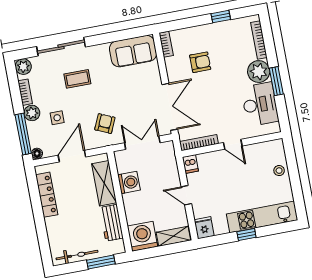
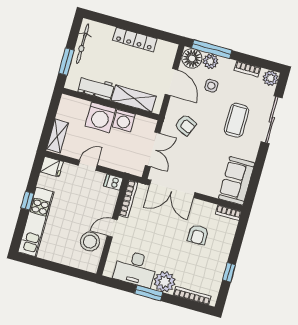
coffee table: (77, 79) -> (236, 120), width x1.36, depth x1.30
plant: (32, 113) -> (211, 61), moved
floor lamp: (37, 153) -> (192, 58), width x1.89, depth x1.89
stool: (279, 171) -> (90, 242), moved, width x1.89, depth x1.89
locker: (47, 195) -> (135, 40), moved
washing machine: (142, 236) -> (100, 117), moved, turned 90

